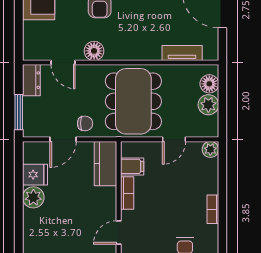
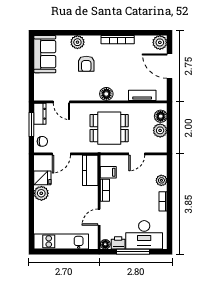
floor lamp: (94, 51) -> (106, 94), moved
dining table: (133, 101) -> (109, 128), width x0.73
window: (19, 112) -> (31, 125), moved
chair: (85, 123) -> (42, 141), moved
plant: (210, 149) -> (161, 180), moved

